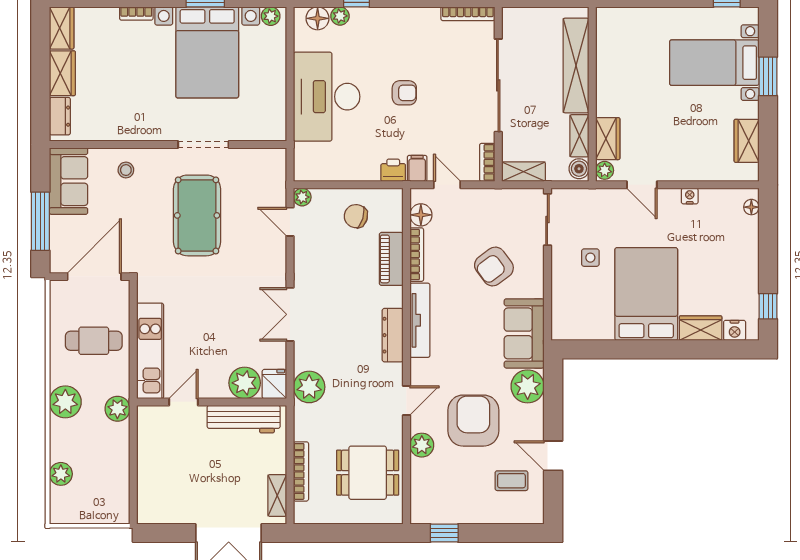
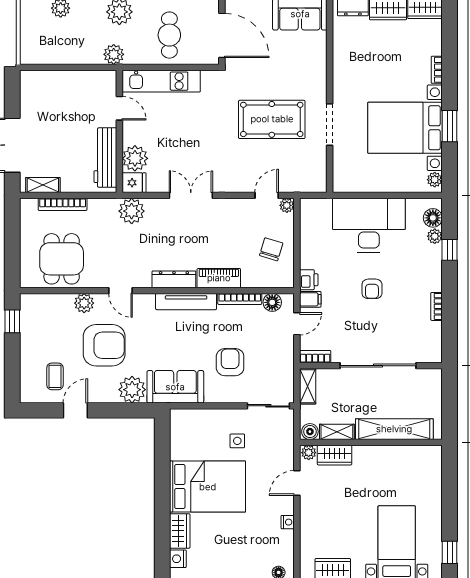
bookcase: (468, 14) -> (437, 306), moved, width x0.64
stool: (126, 170) -> (309, 61), removed
piano: (391, 259) -> (219, 278), moved
armchair: (494, 266) -> (230, 362), turned 37

